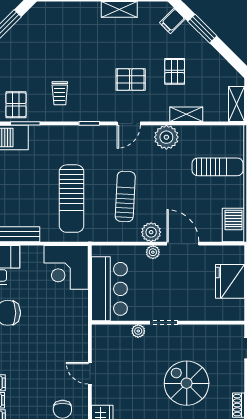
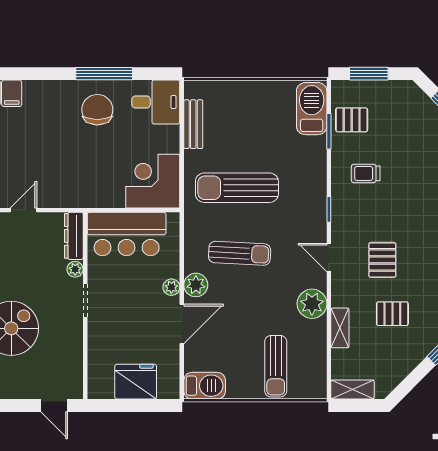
dresser: (111, 332) -> (74, 236), added

